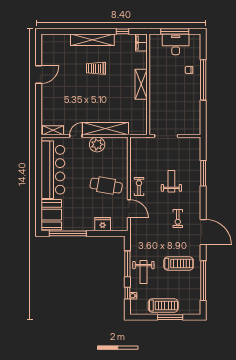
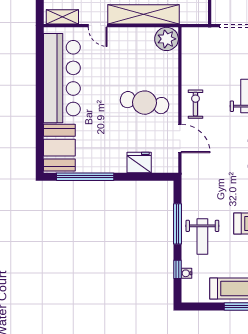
door: (76, 136) -> (98, 26), swing flipped
plant: (97, 144) -> (167, 39), moved

